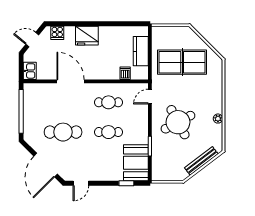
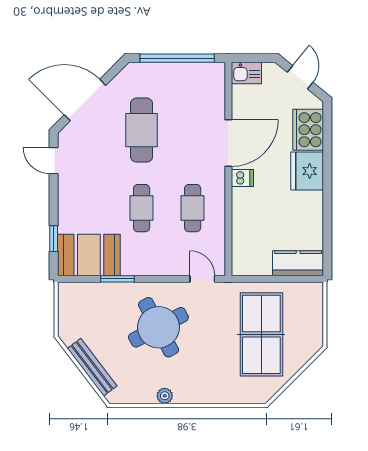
cooker: (57, 33) -> (308, 130), width x1.87, depth x1.31
kitchen counter: (141, 51) -> (298, 263), moved
dishwasher: (125, 73) -> (242, 178), moved

